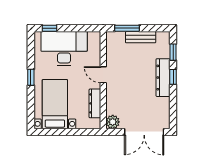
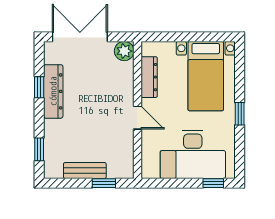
window: (127, 28) -> (104, 183), width x0.67
window: (173, 77) -> (39, 87), moved
dresser: (163, 78) -> (53, 91), moved

